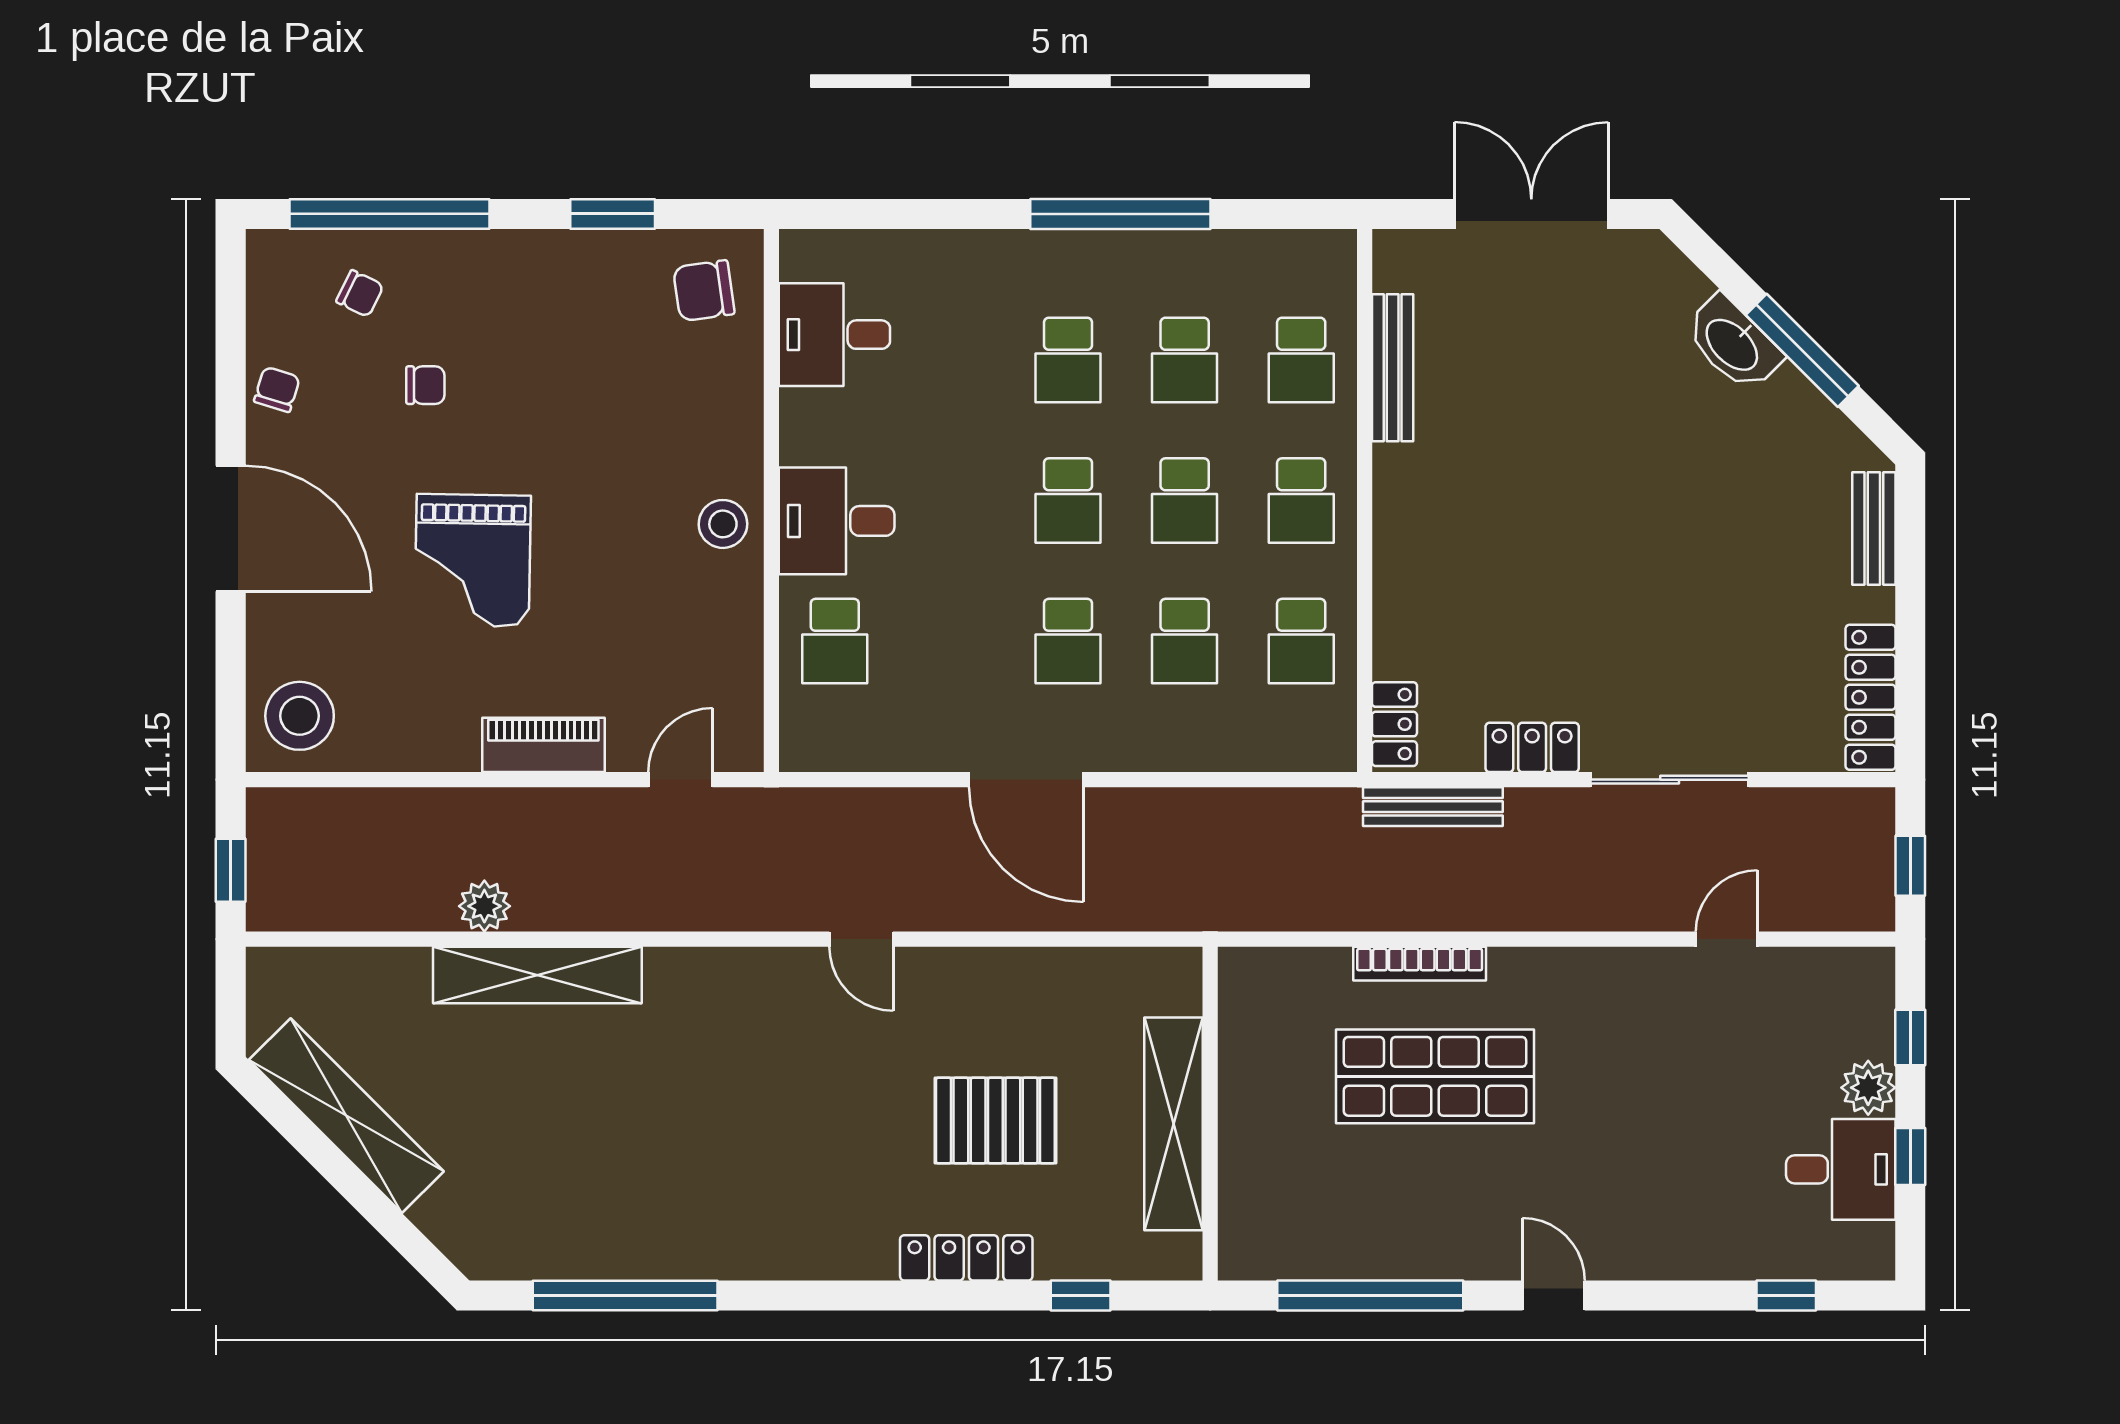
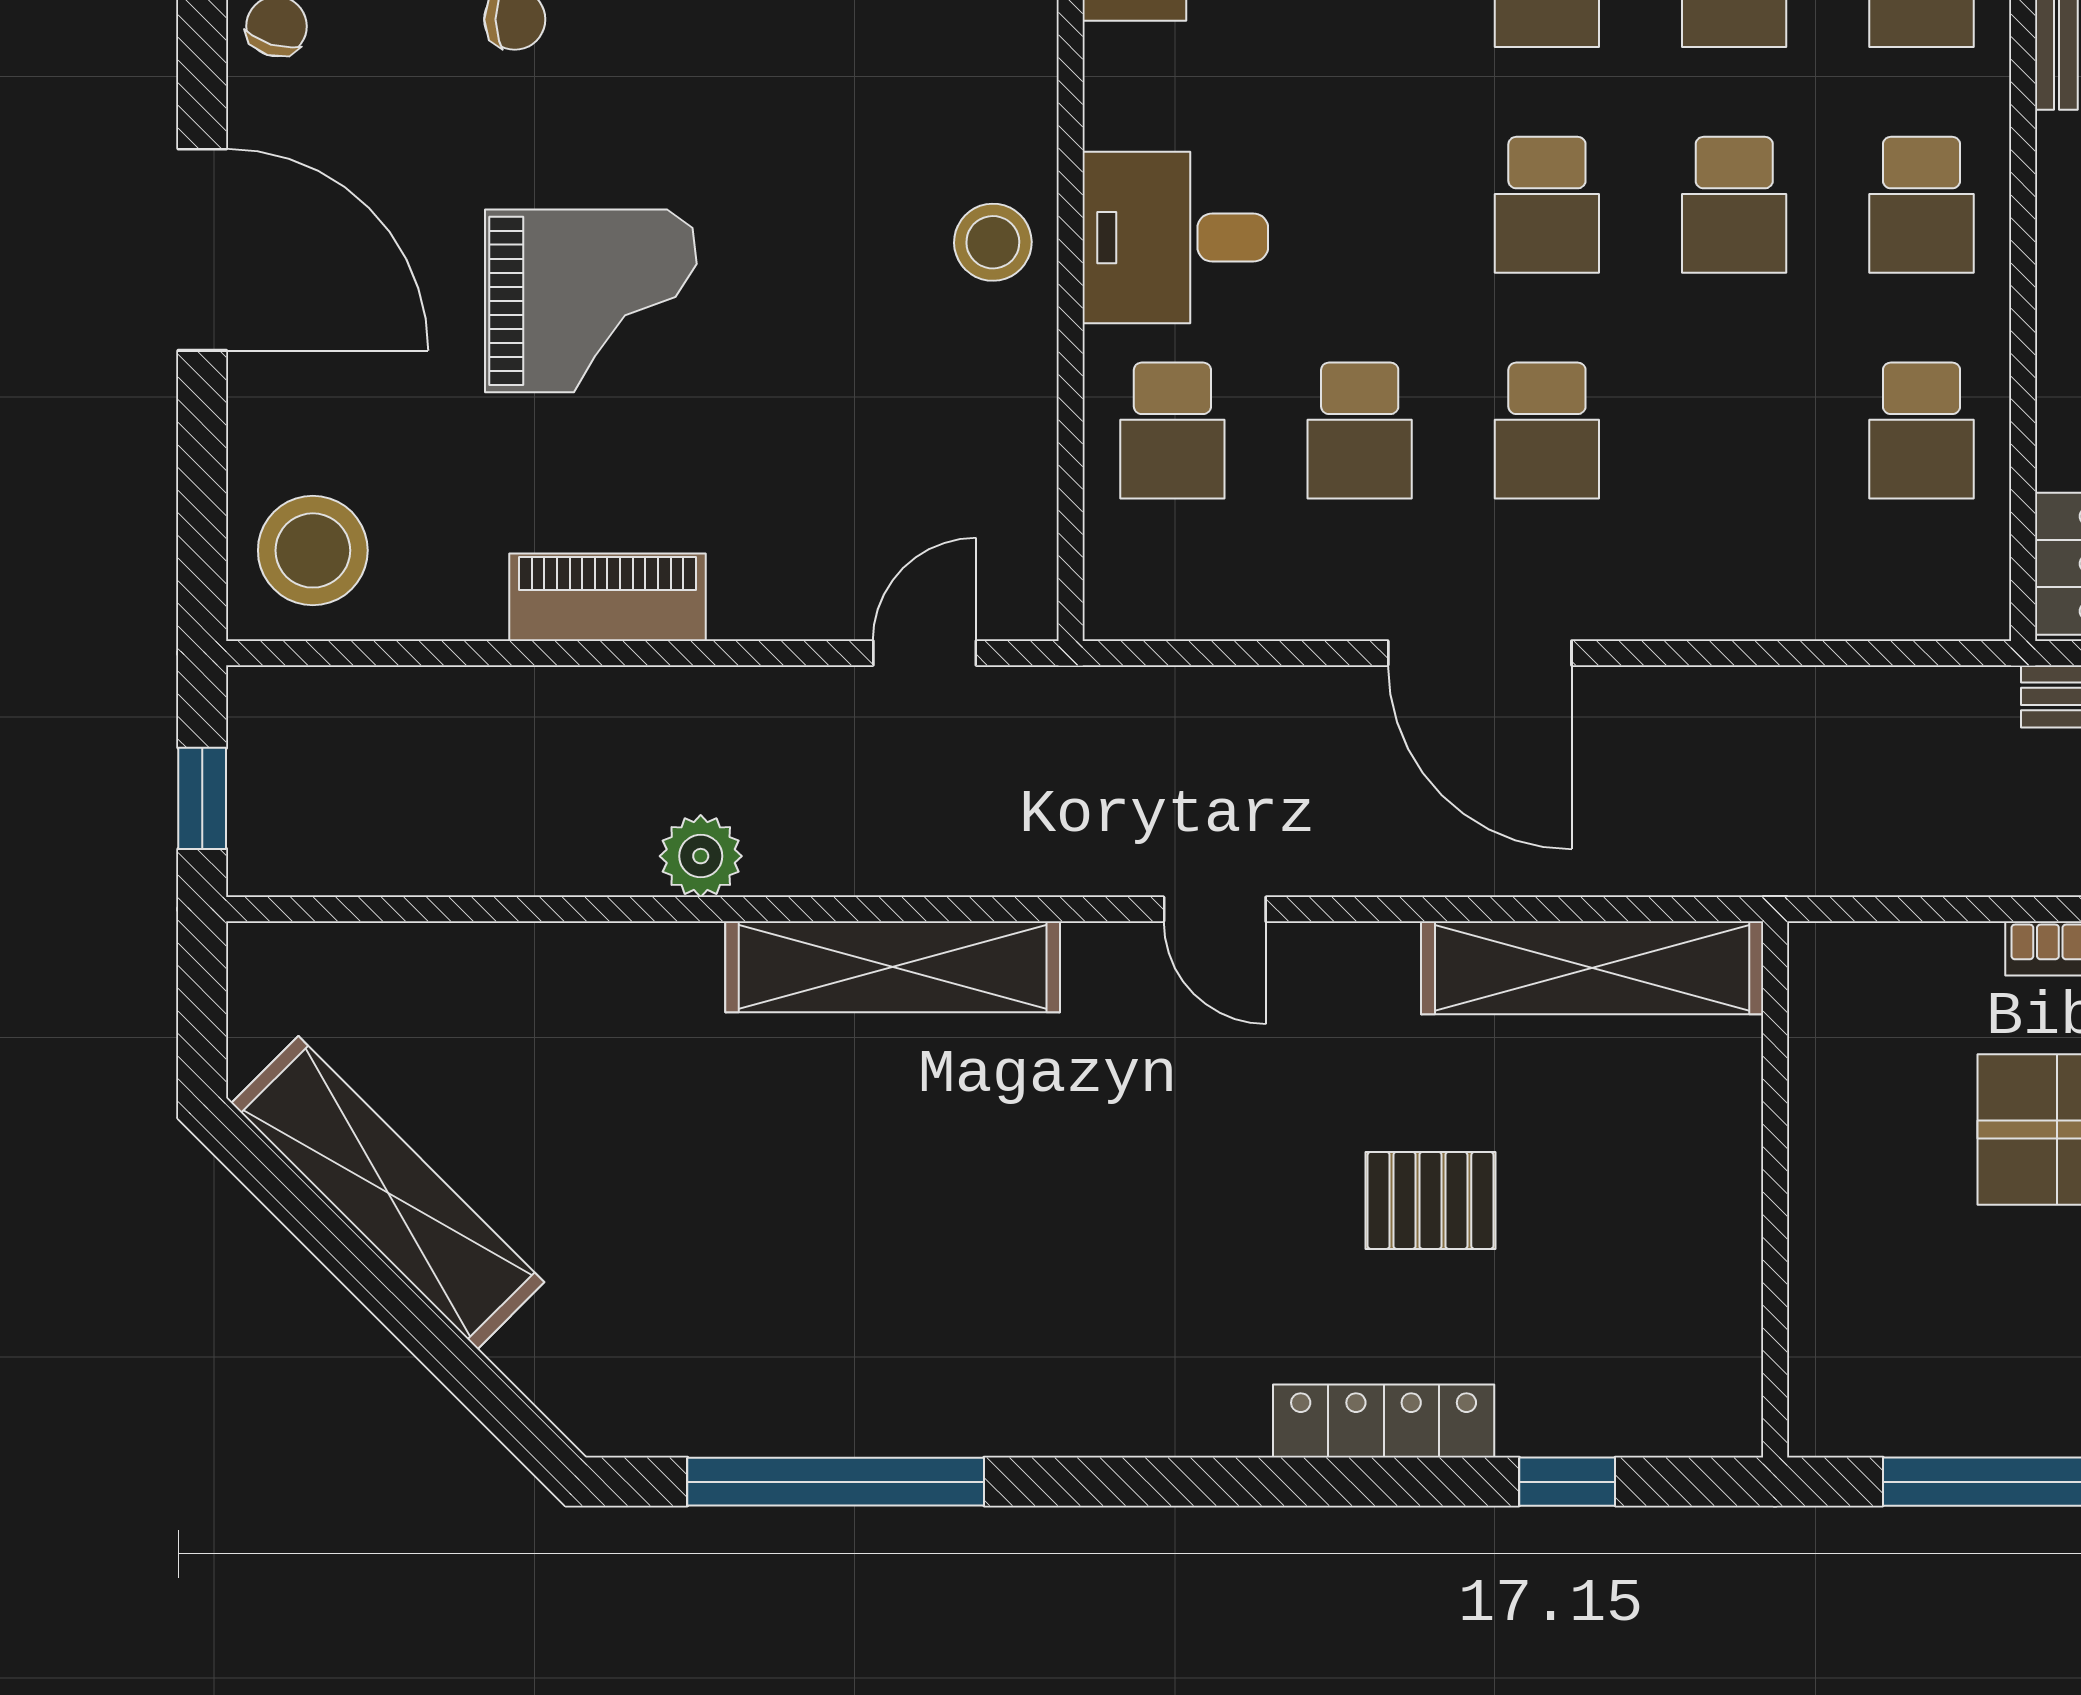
grand piano: (473, 560) -> (591, 301), turned -91
school desk: (1185, 641) -> (1360, 430), moved
piano: (543, 745) -> (607, 597), moved
plant: (484, 906) -> (701, 856), moved
shelving: (537, 975) -> (893, 967), moved
pallet: (995, 1121) -> (1430, 1200), width x0.67, depth x0.71
shelving: (1174, 1124) -> (1592, 968), moved, turned 90

